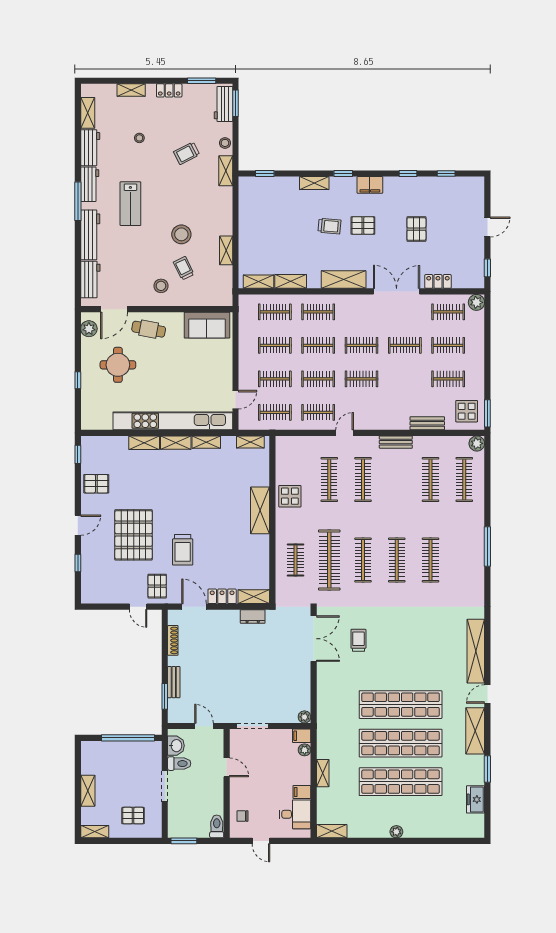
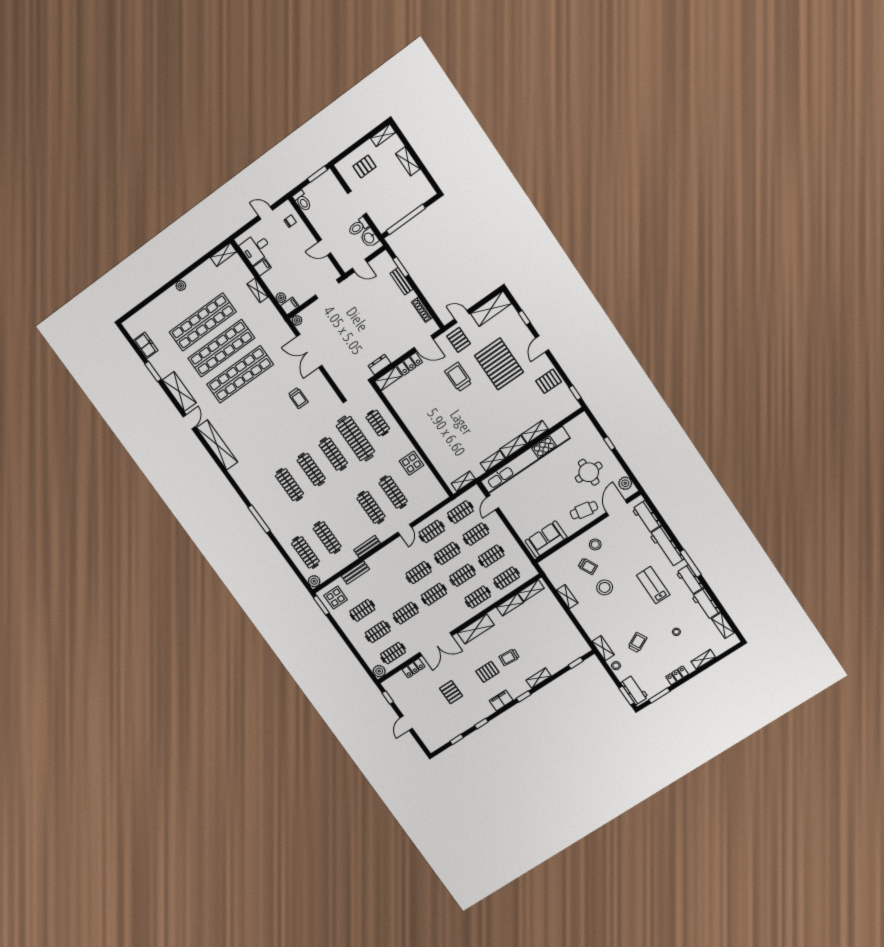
shelving: (260, 510) -> (491, 309), moved, turned 90
double door: (314, 639) -> (309, 351), moved

